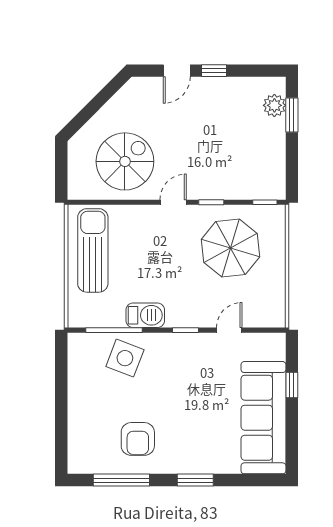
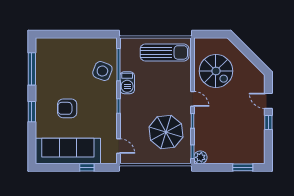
plant: (274, 105) -> (200, 157), moved
door: (229, 330) -> (119, 146), moved
armchair: (138, 439) -> (67, 108), moved

